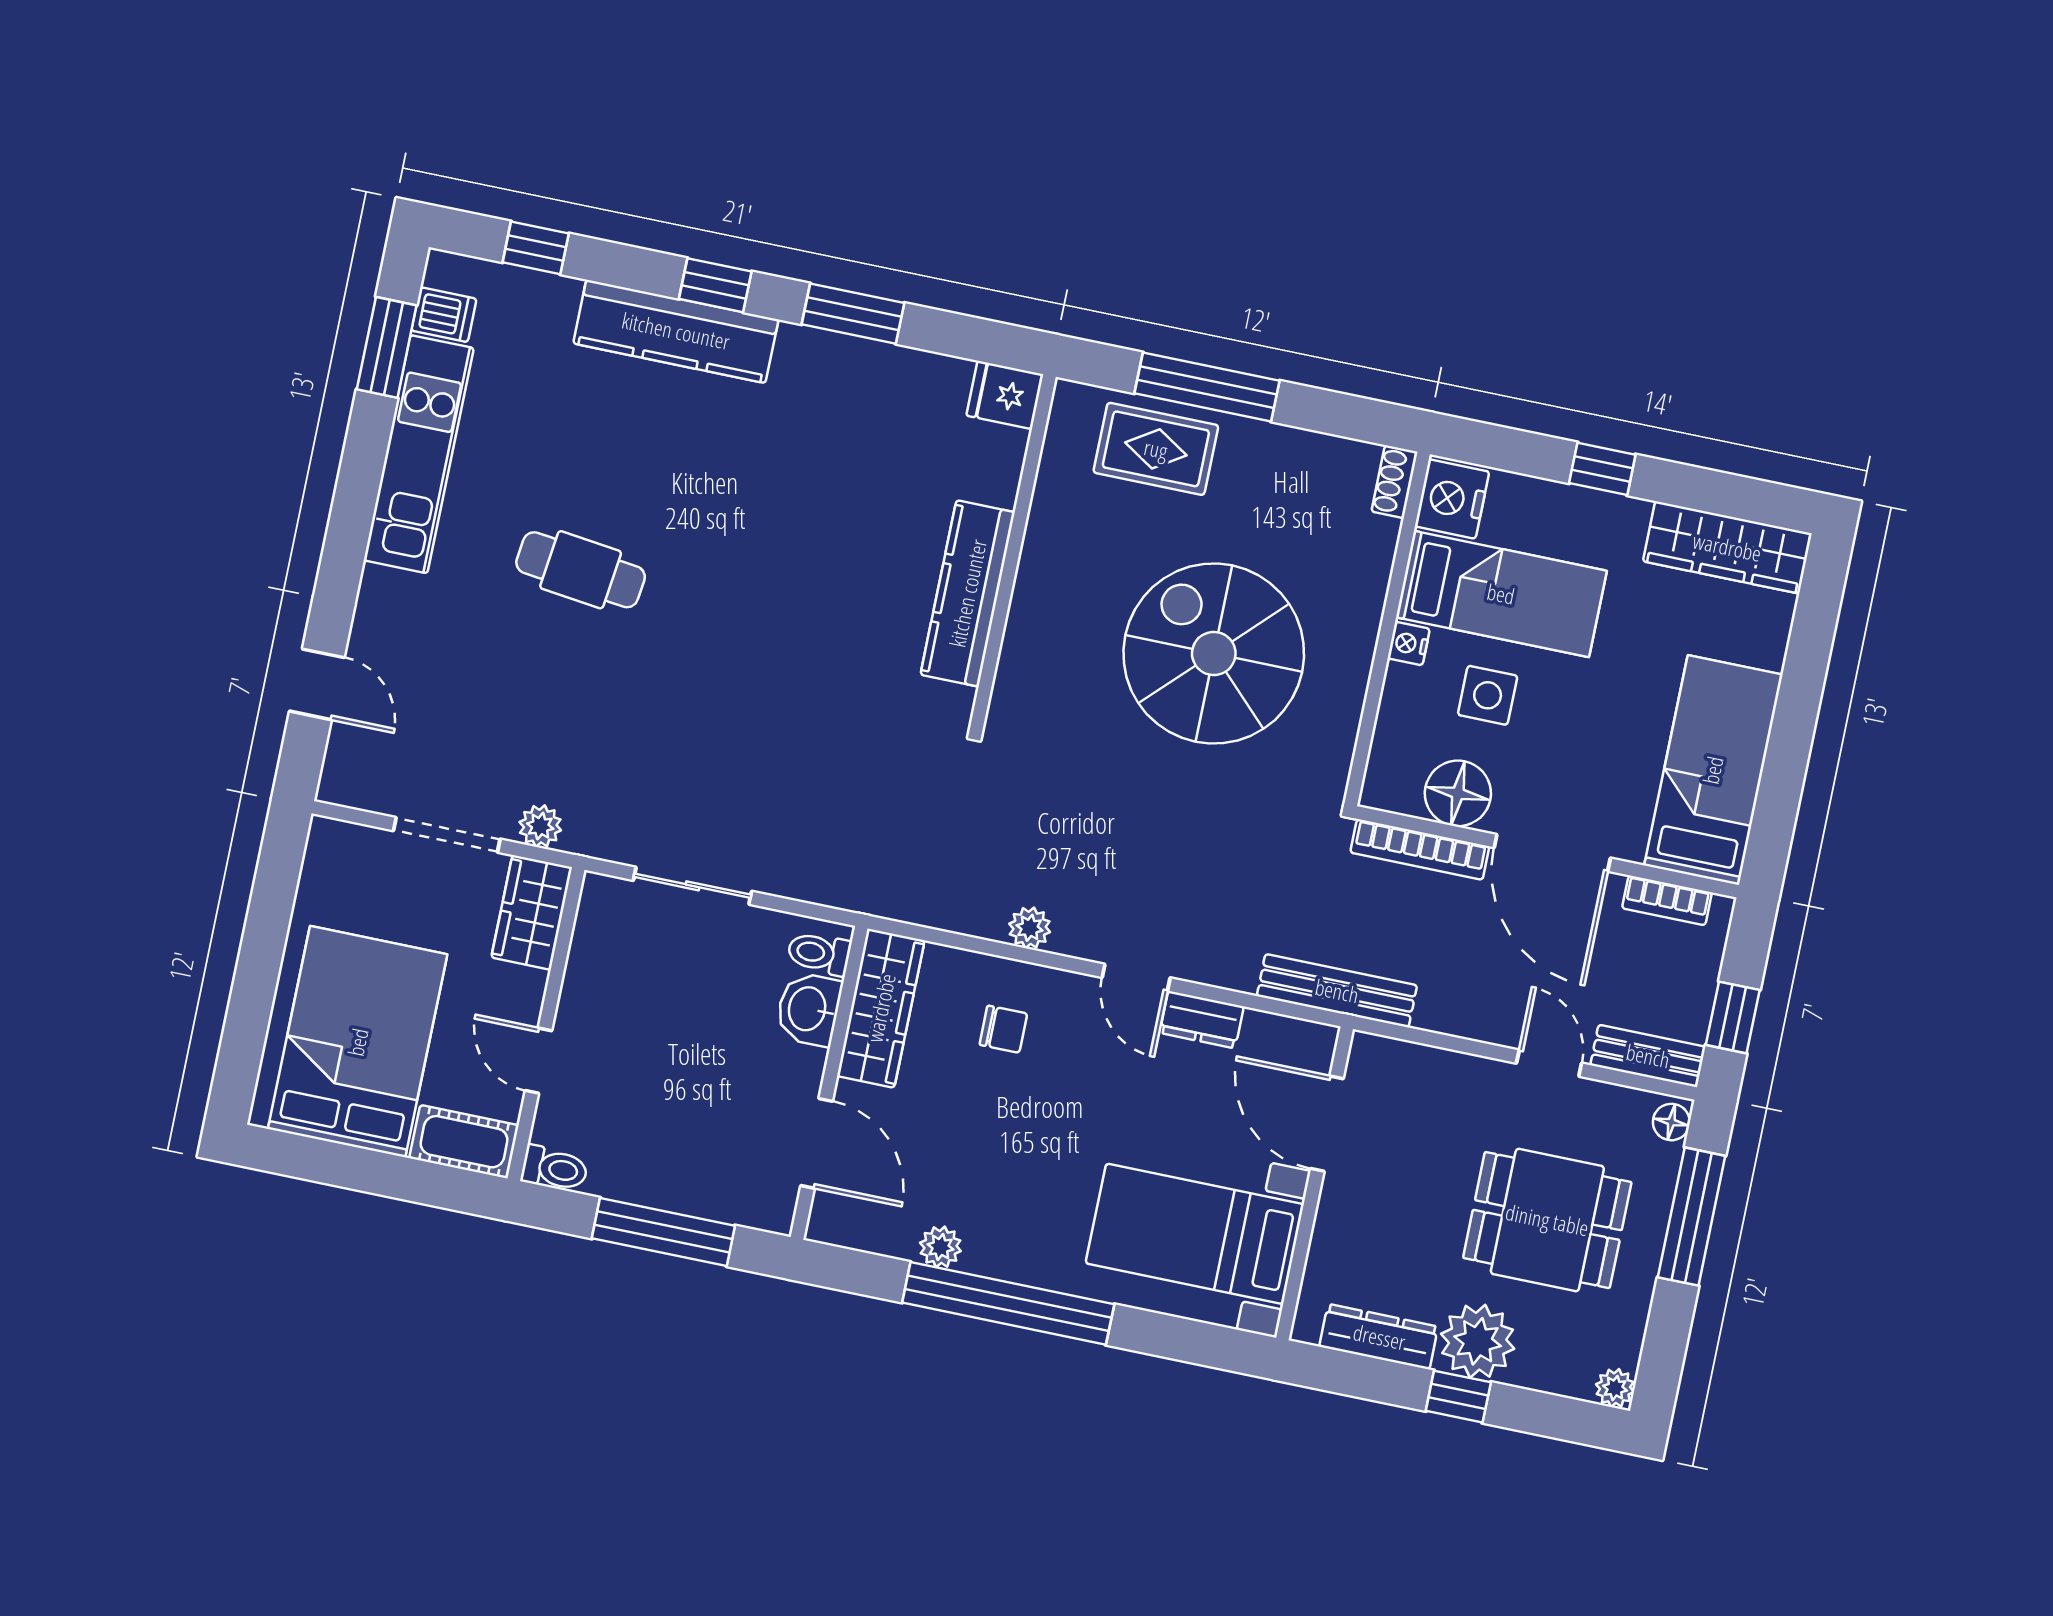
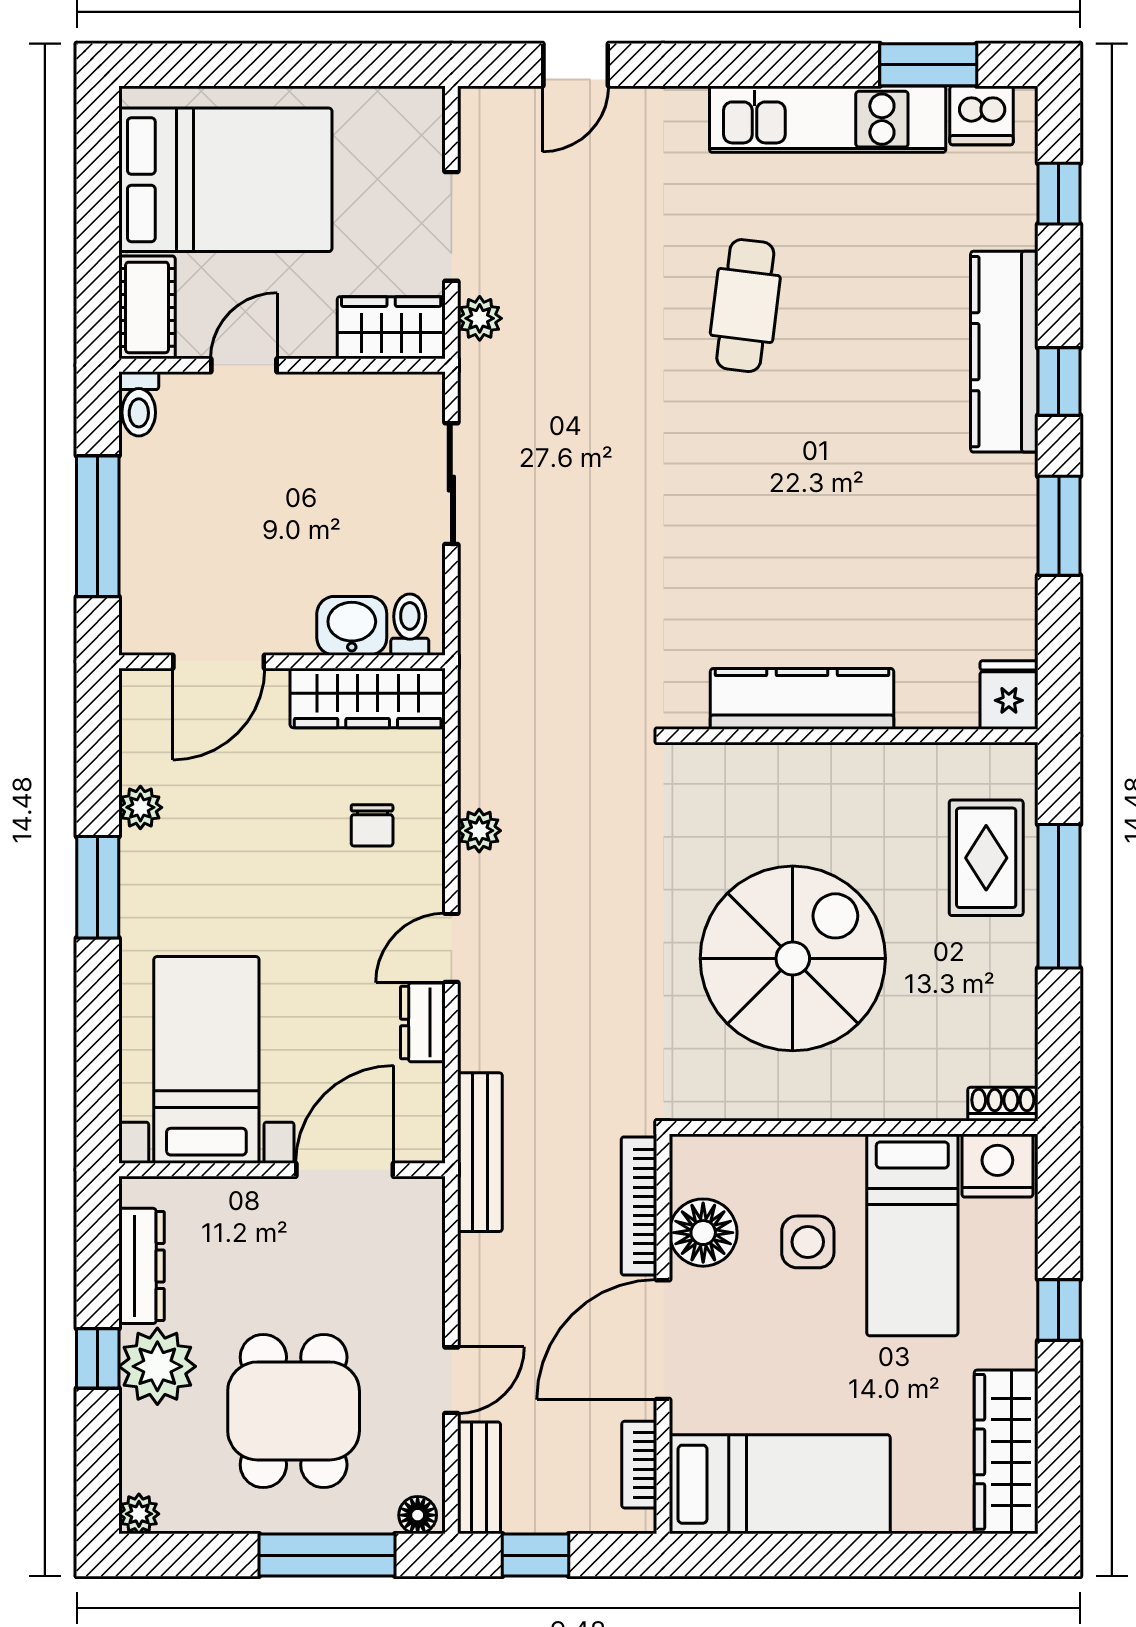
dishwasher: (444, 315) -> (981, 115), width x1.38
nightstand: (1409, 644) -> (843, 1152), removed
window: (1008, 1303) -> (98, 887), width x0.47

